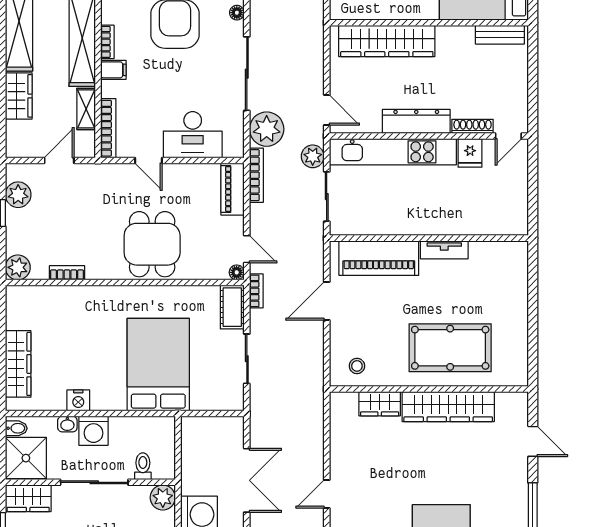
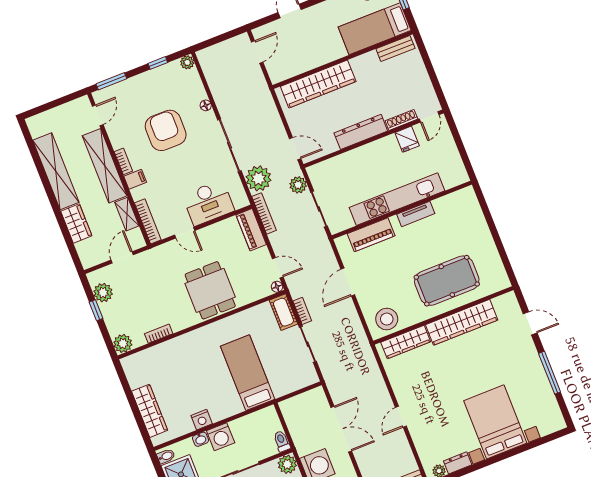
kitchen unit: (393, 152) -> (397, 199), moved, turned 180
piano: (379, 258) -> (371, 235), width x0.73, depth x0.75
bookcase: (256, 291) -> (302, 311), moved
bed: (158, 365) -> (248, 373), width x0.67
stool: (357, 366) -> (387, 319), width x1.89, depth x1.89
wardrobe: (380, 404) -> (406, 342), width x1.50
toilet: (143, 466) -> (282, 441), moved

